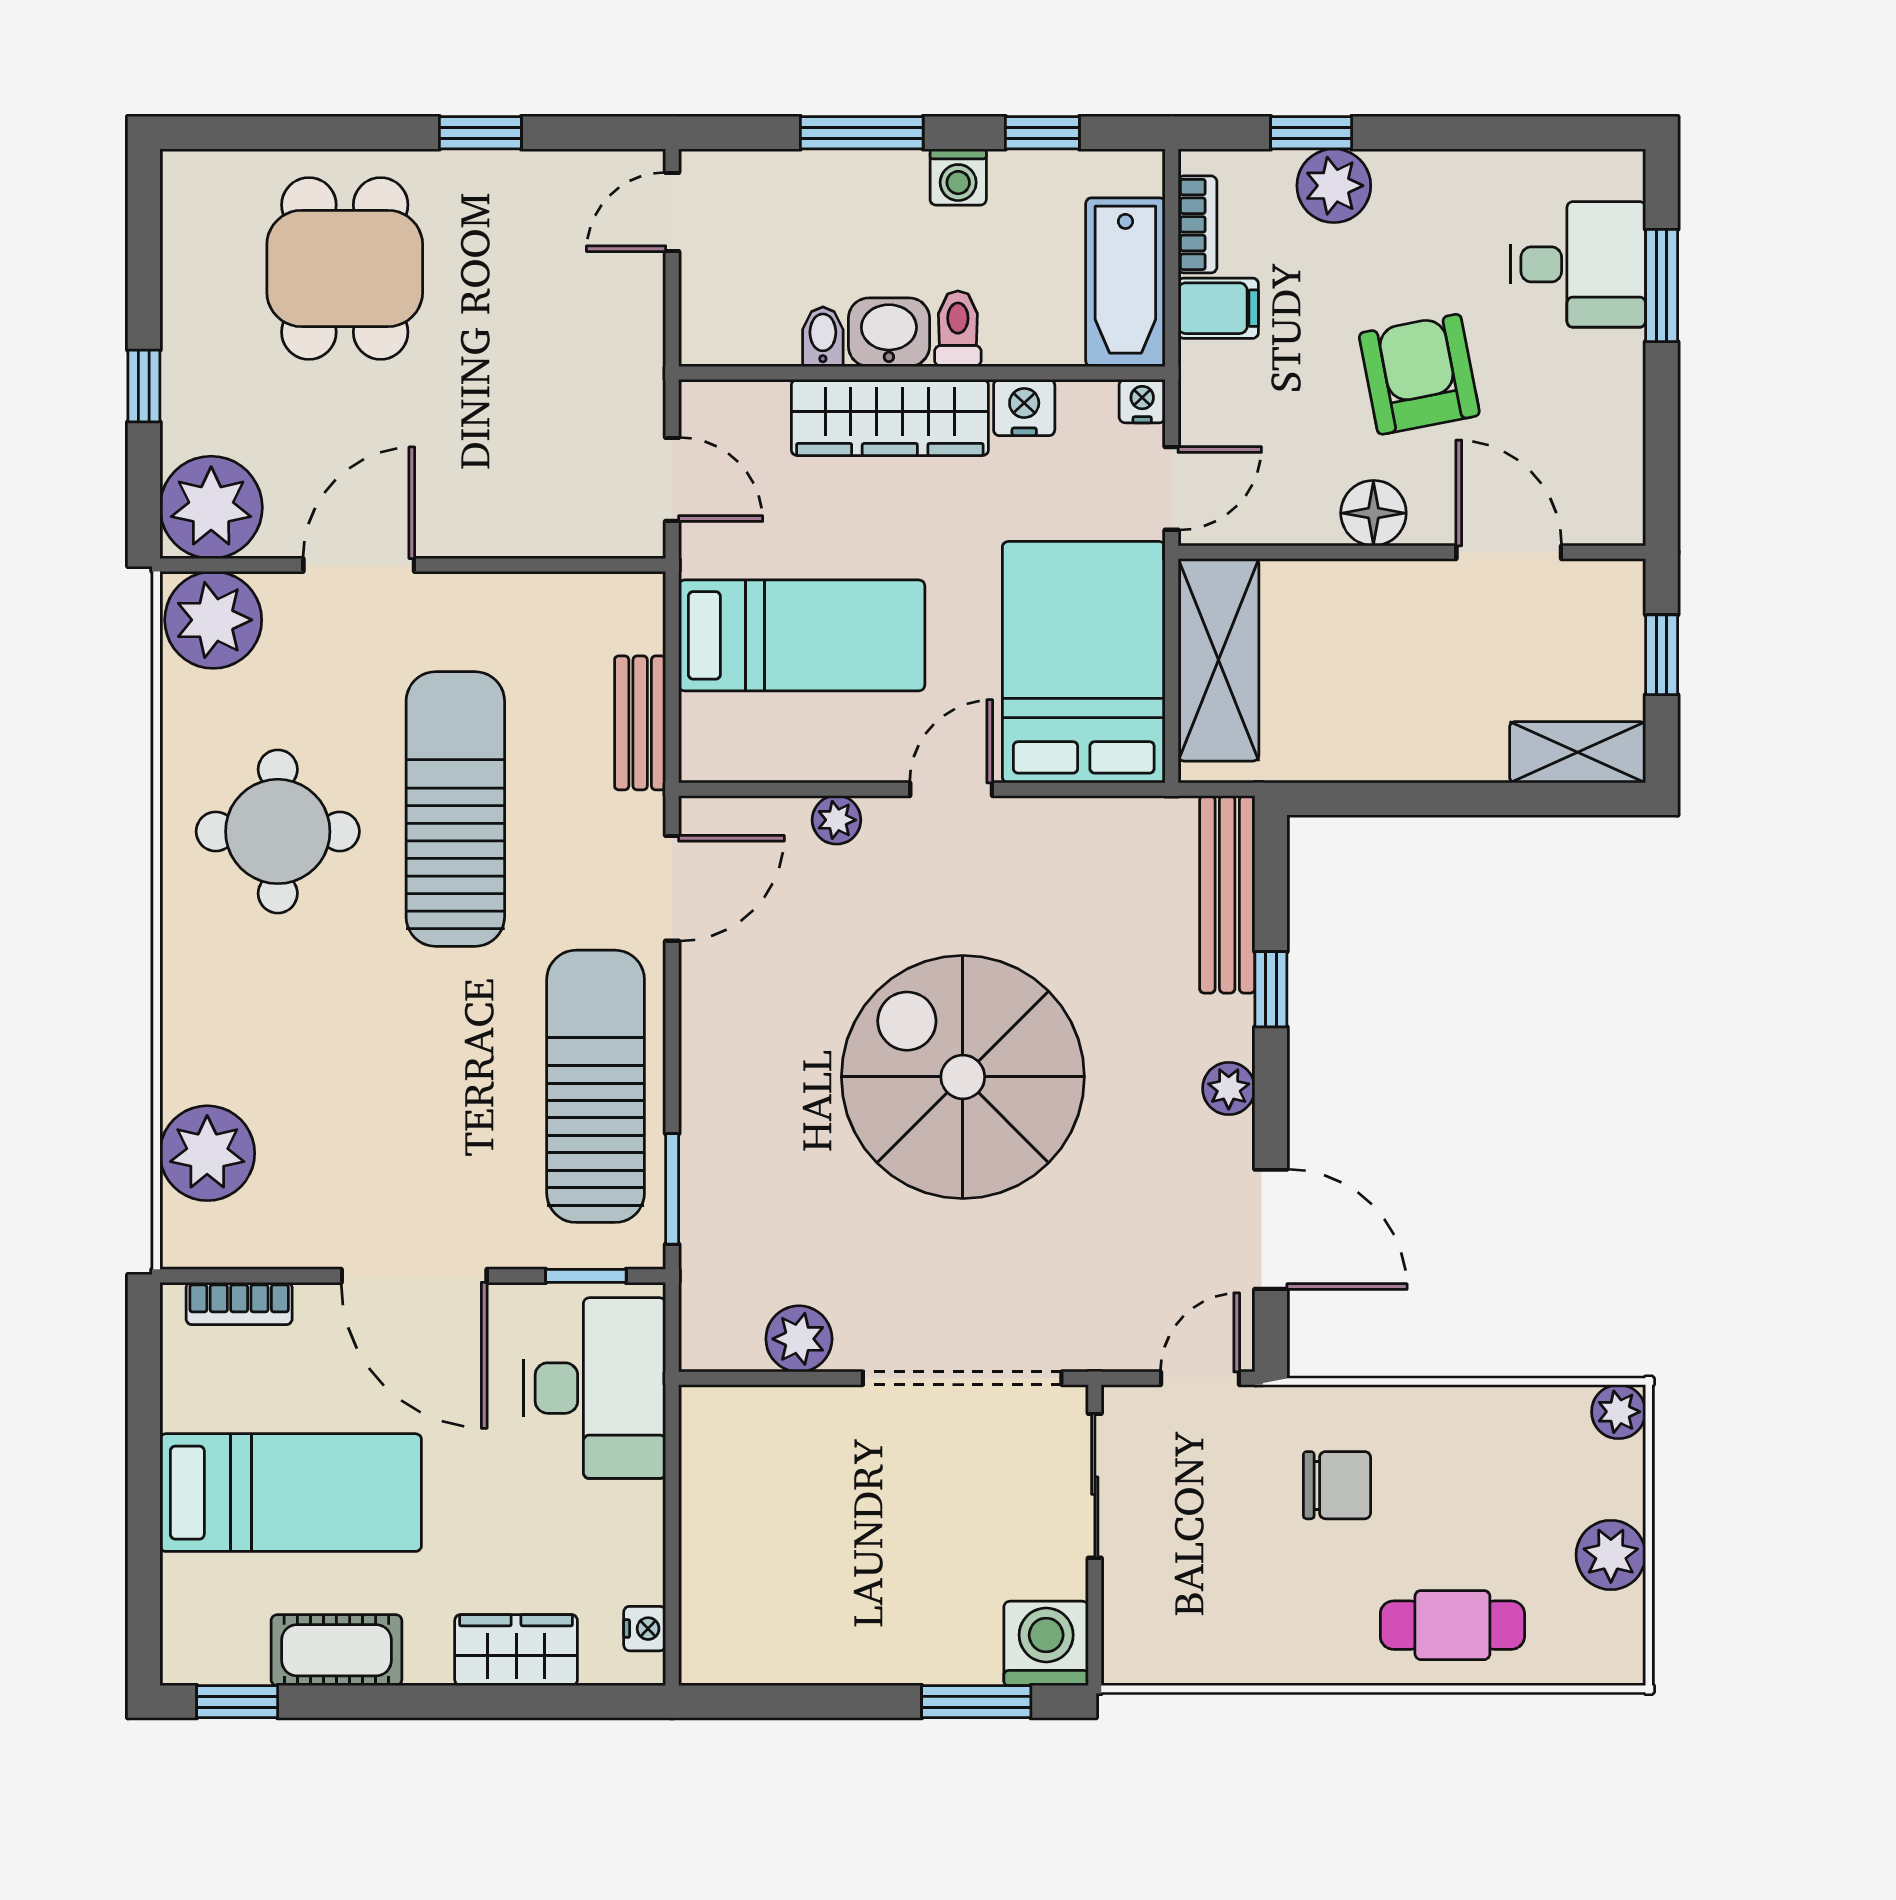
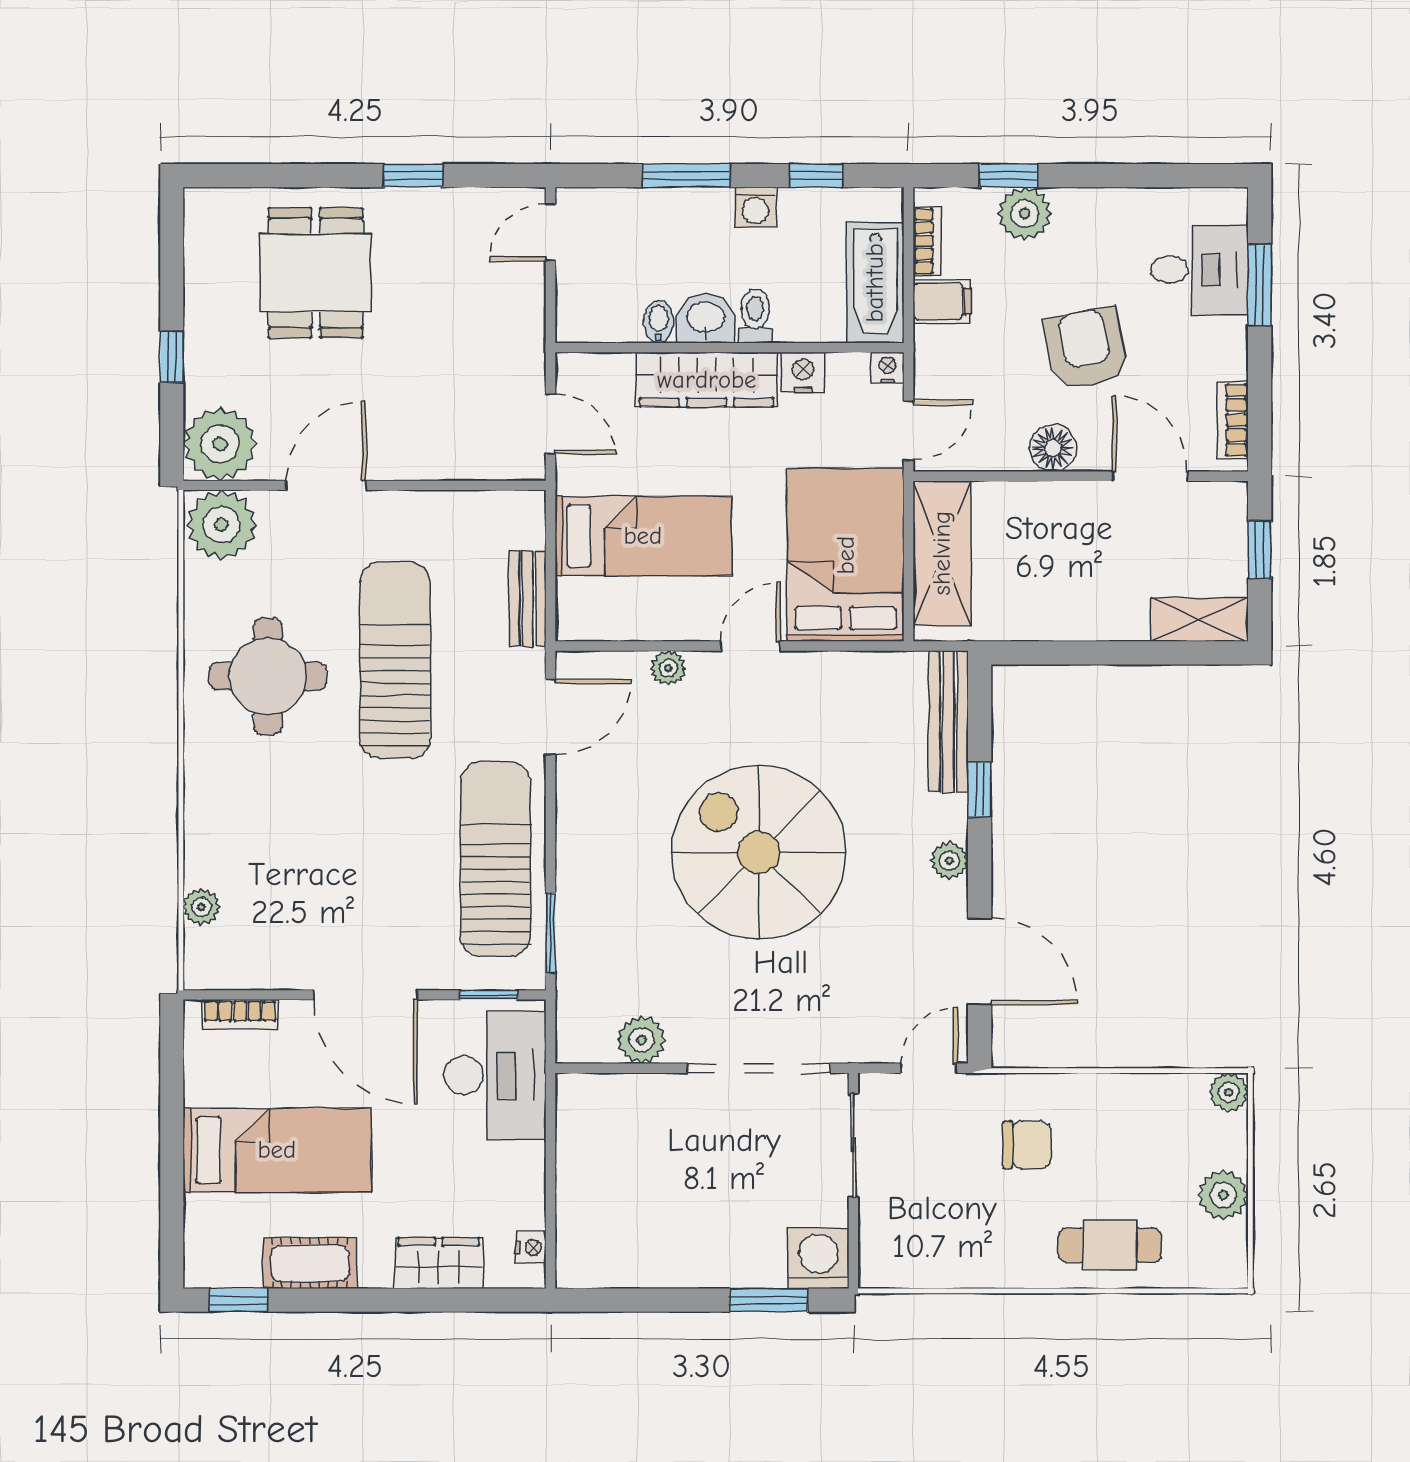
bookcase: (1624, 474) -> (1233, 420), added
plant: (207, 1153) -> (201, 907), width x0.53, depth x0.53

